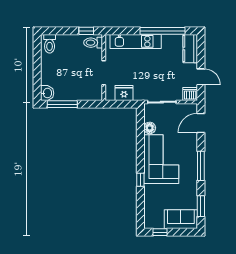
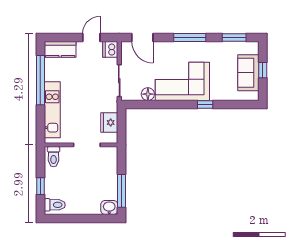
window: (86, 31) -> (40, 186), moved
sofa: (181, 219) -> (248, 73), moved
window: (160, 232) -> (263, 70), moved

